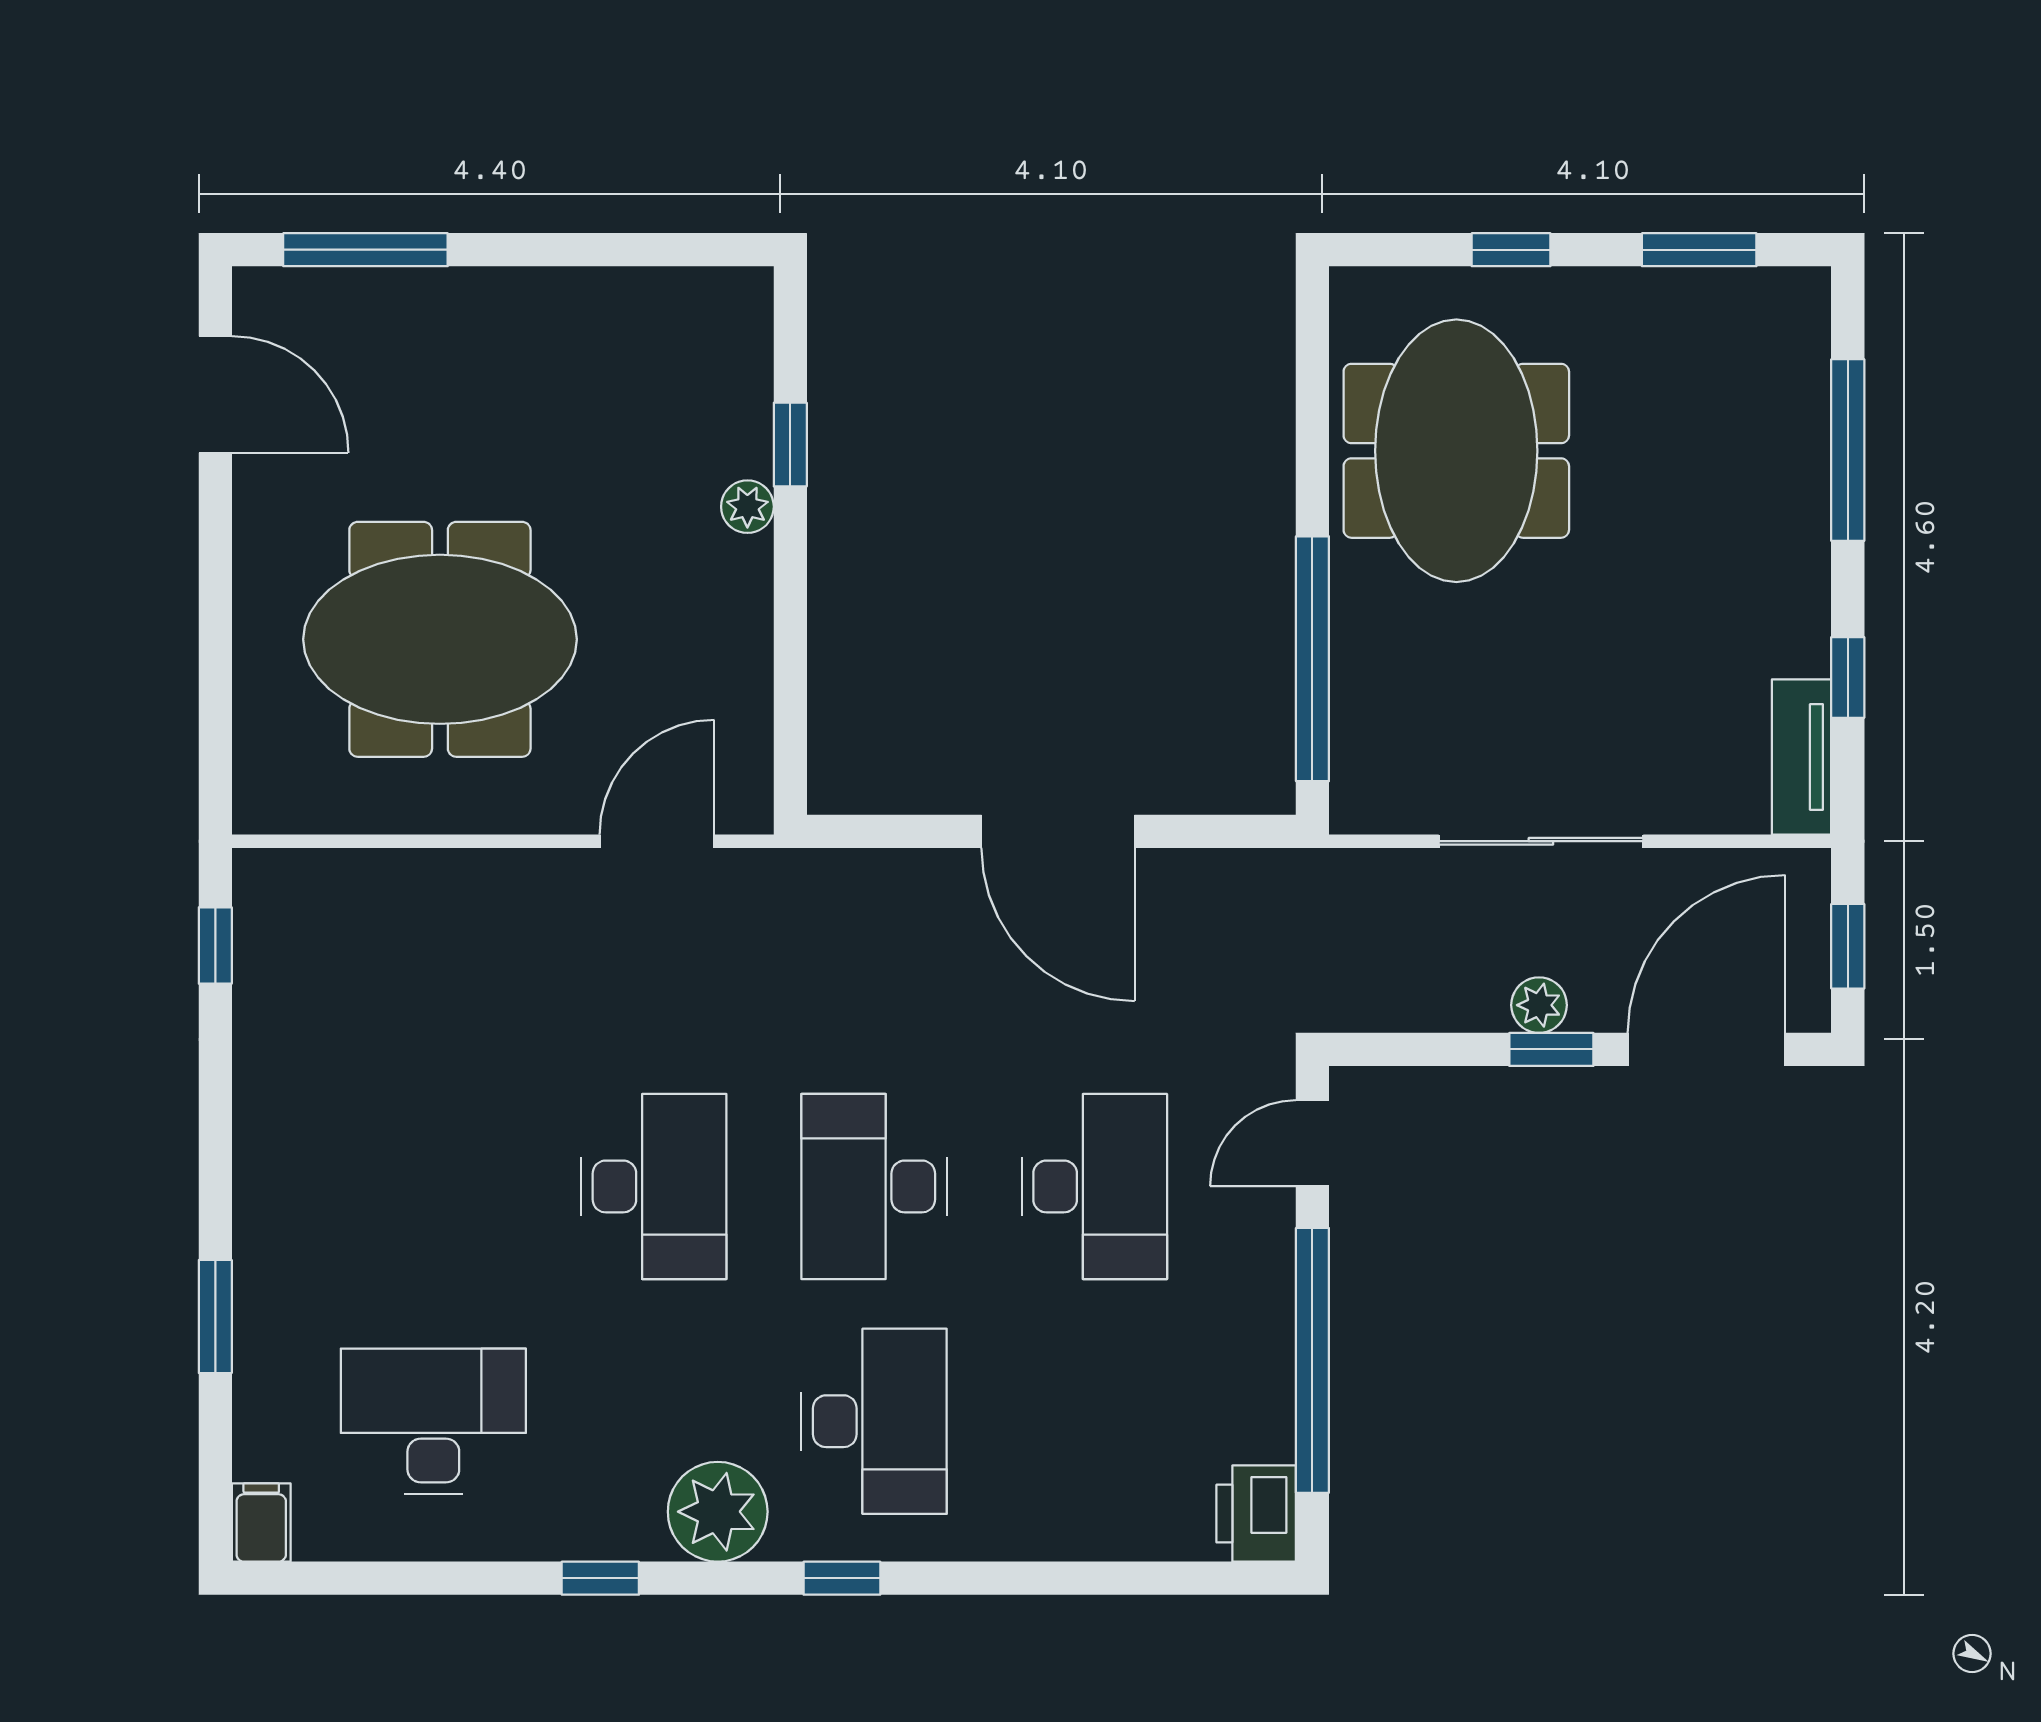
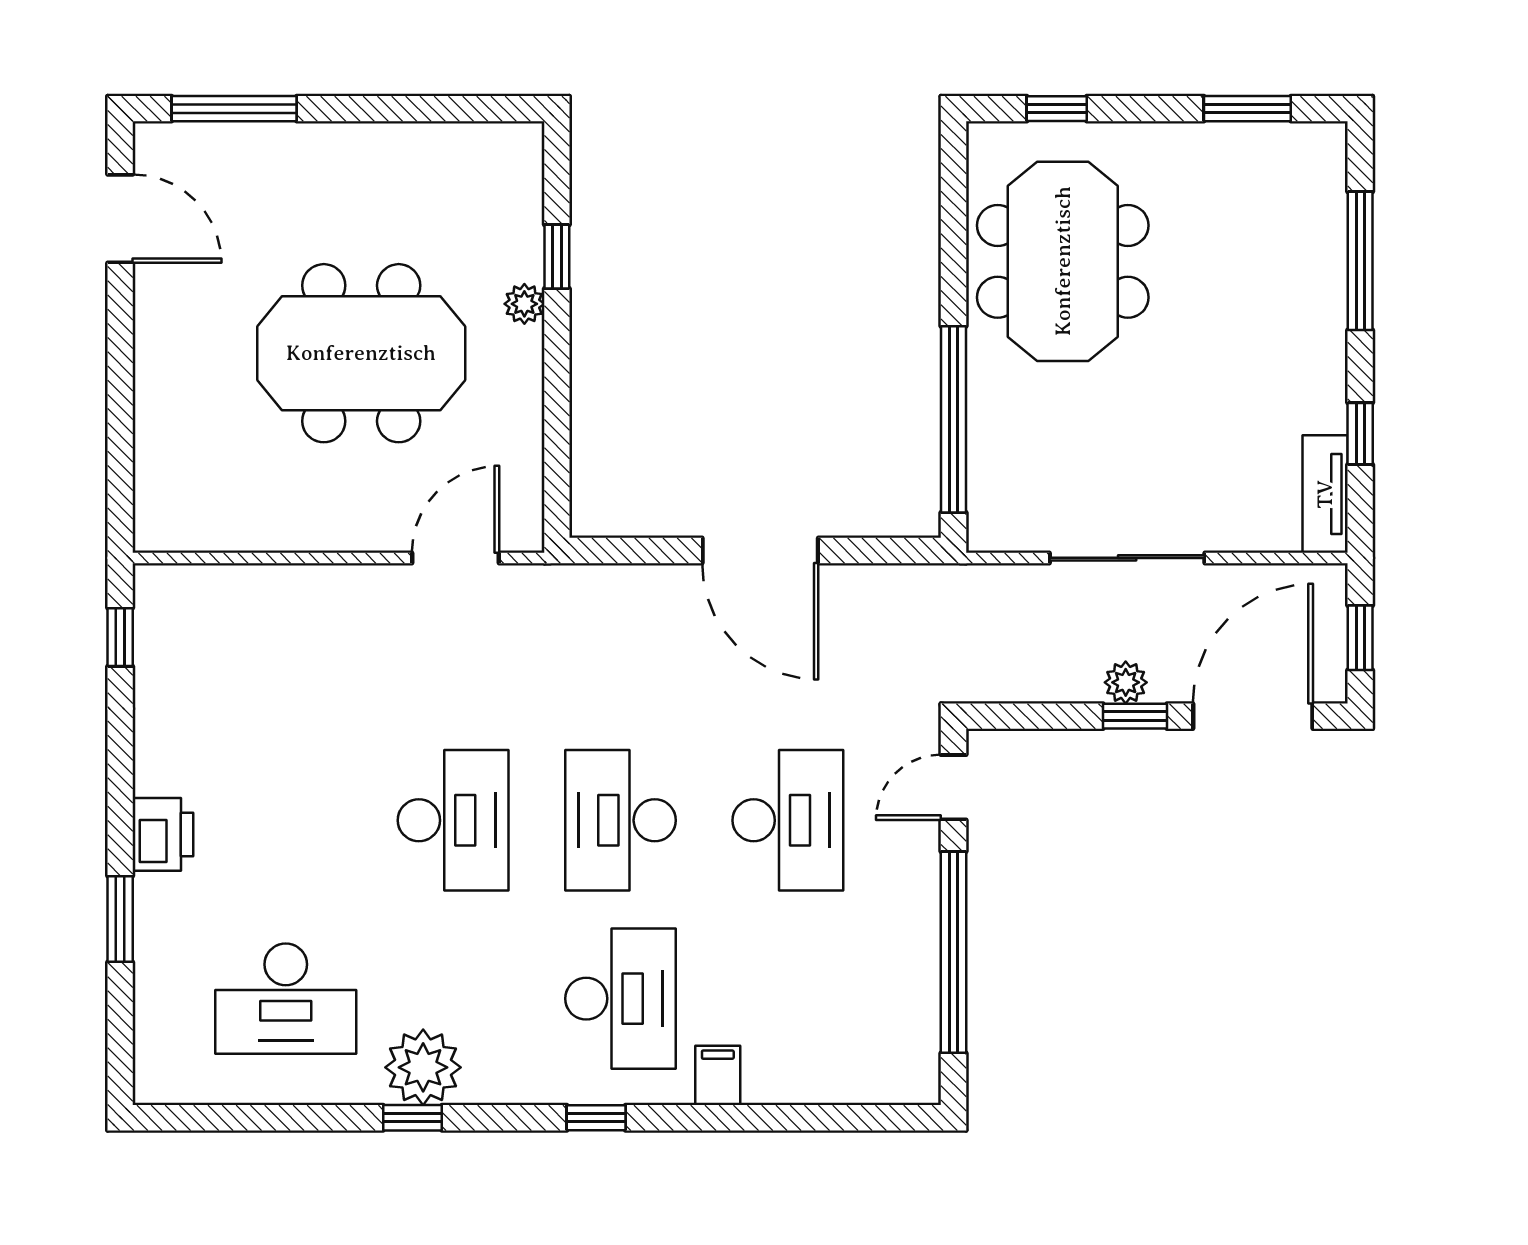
window: (1511, 250) -> (1057, 109), moved
meeting table: (440, 639) -> (361, 353), moved
desk: (433, 1421) -> (286, 999), turned 180
plant: (718, 1512) -> (423, 1067), moved
printer: (1256, 1514) -> (163, 834), moved, turned 180
filing cabinet: (261, 1522) -> (718, 1075), moved

